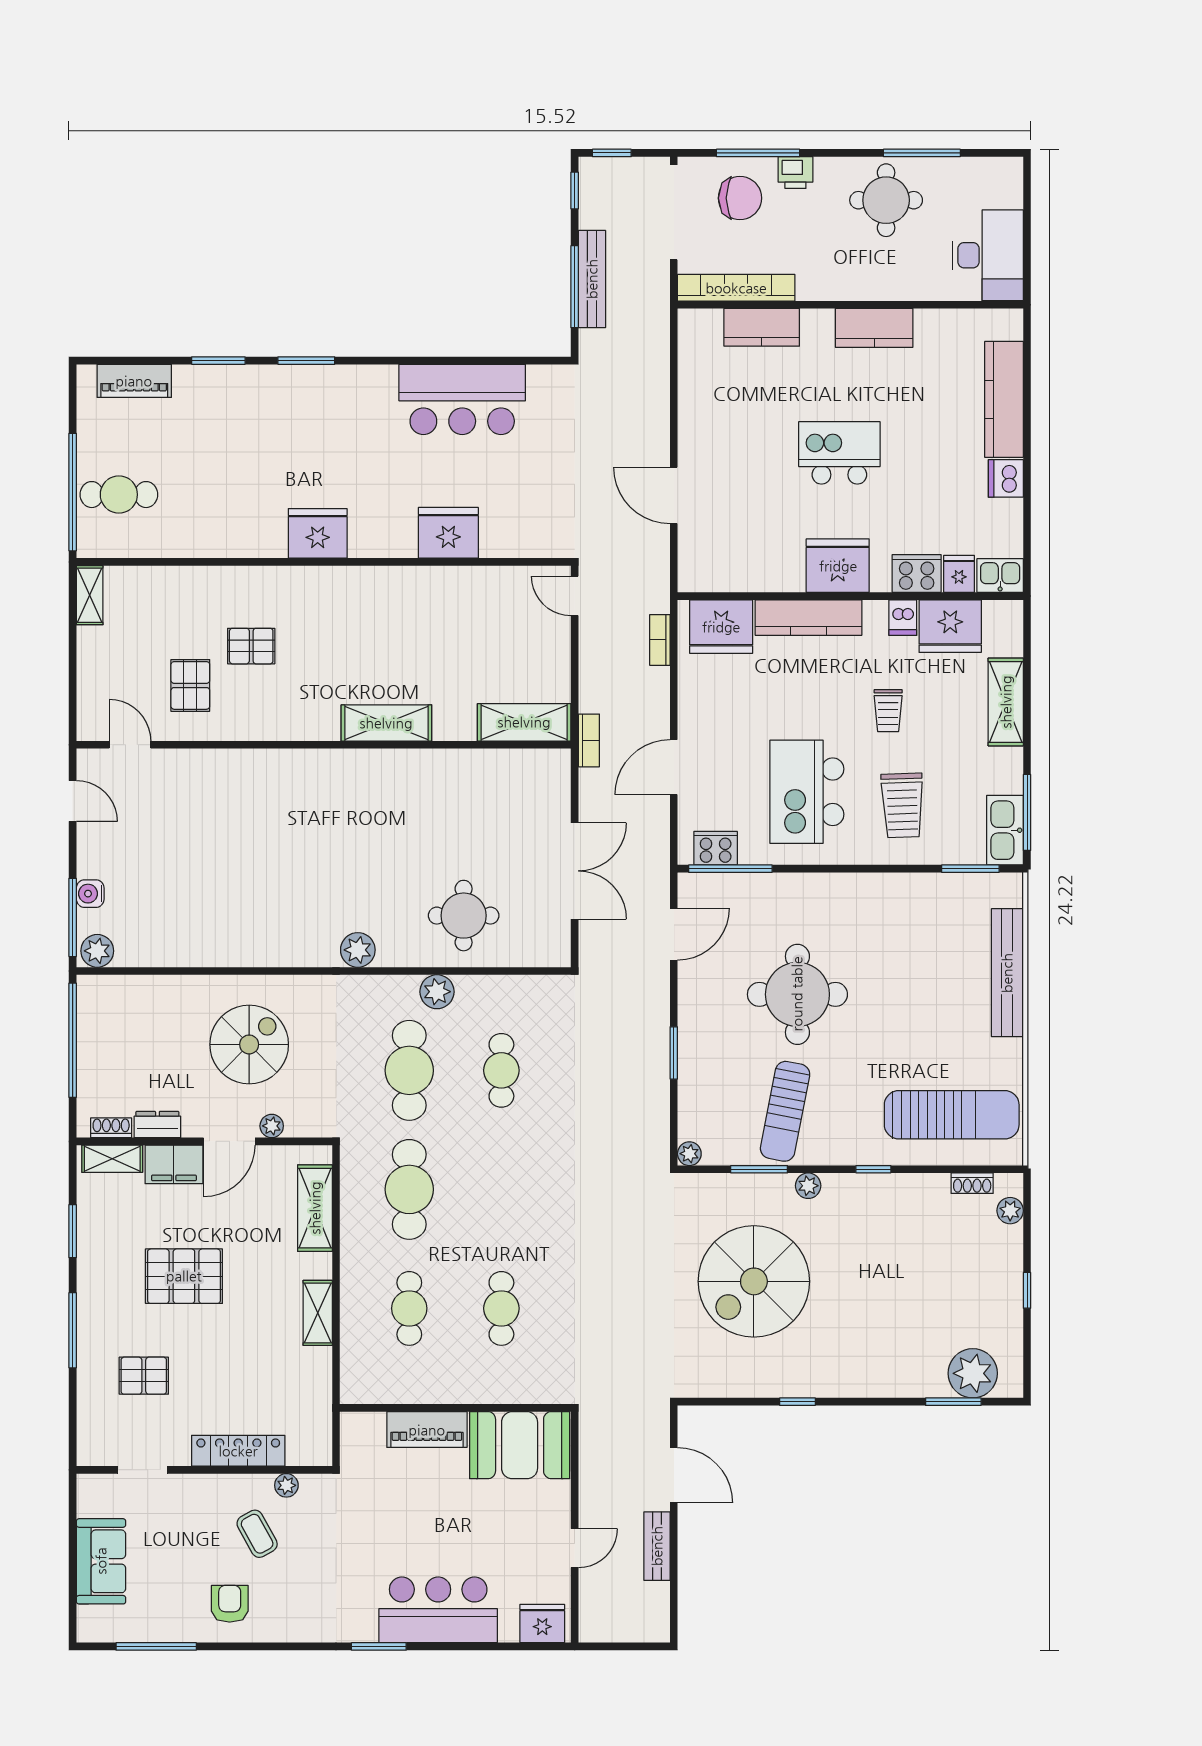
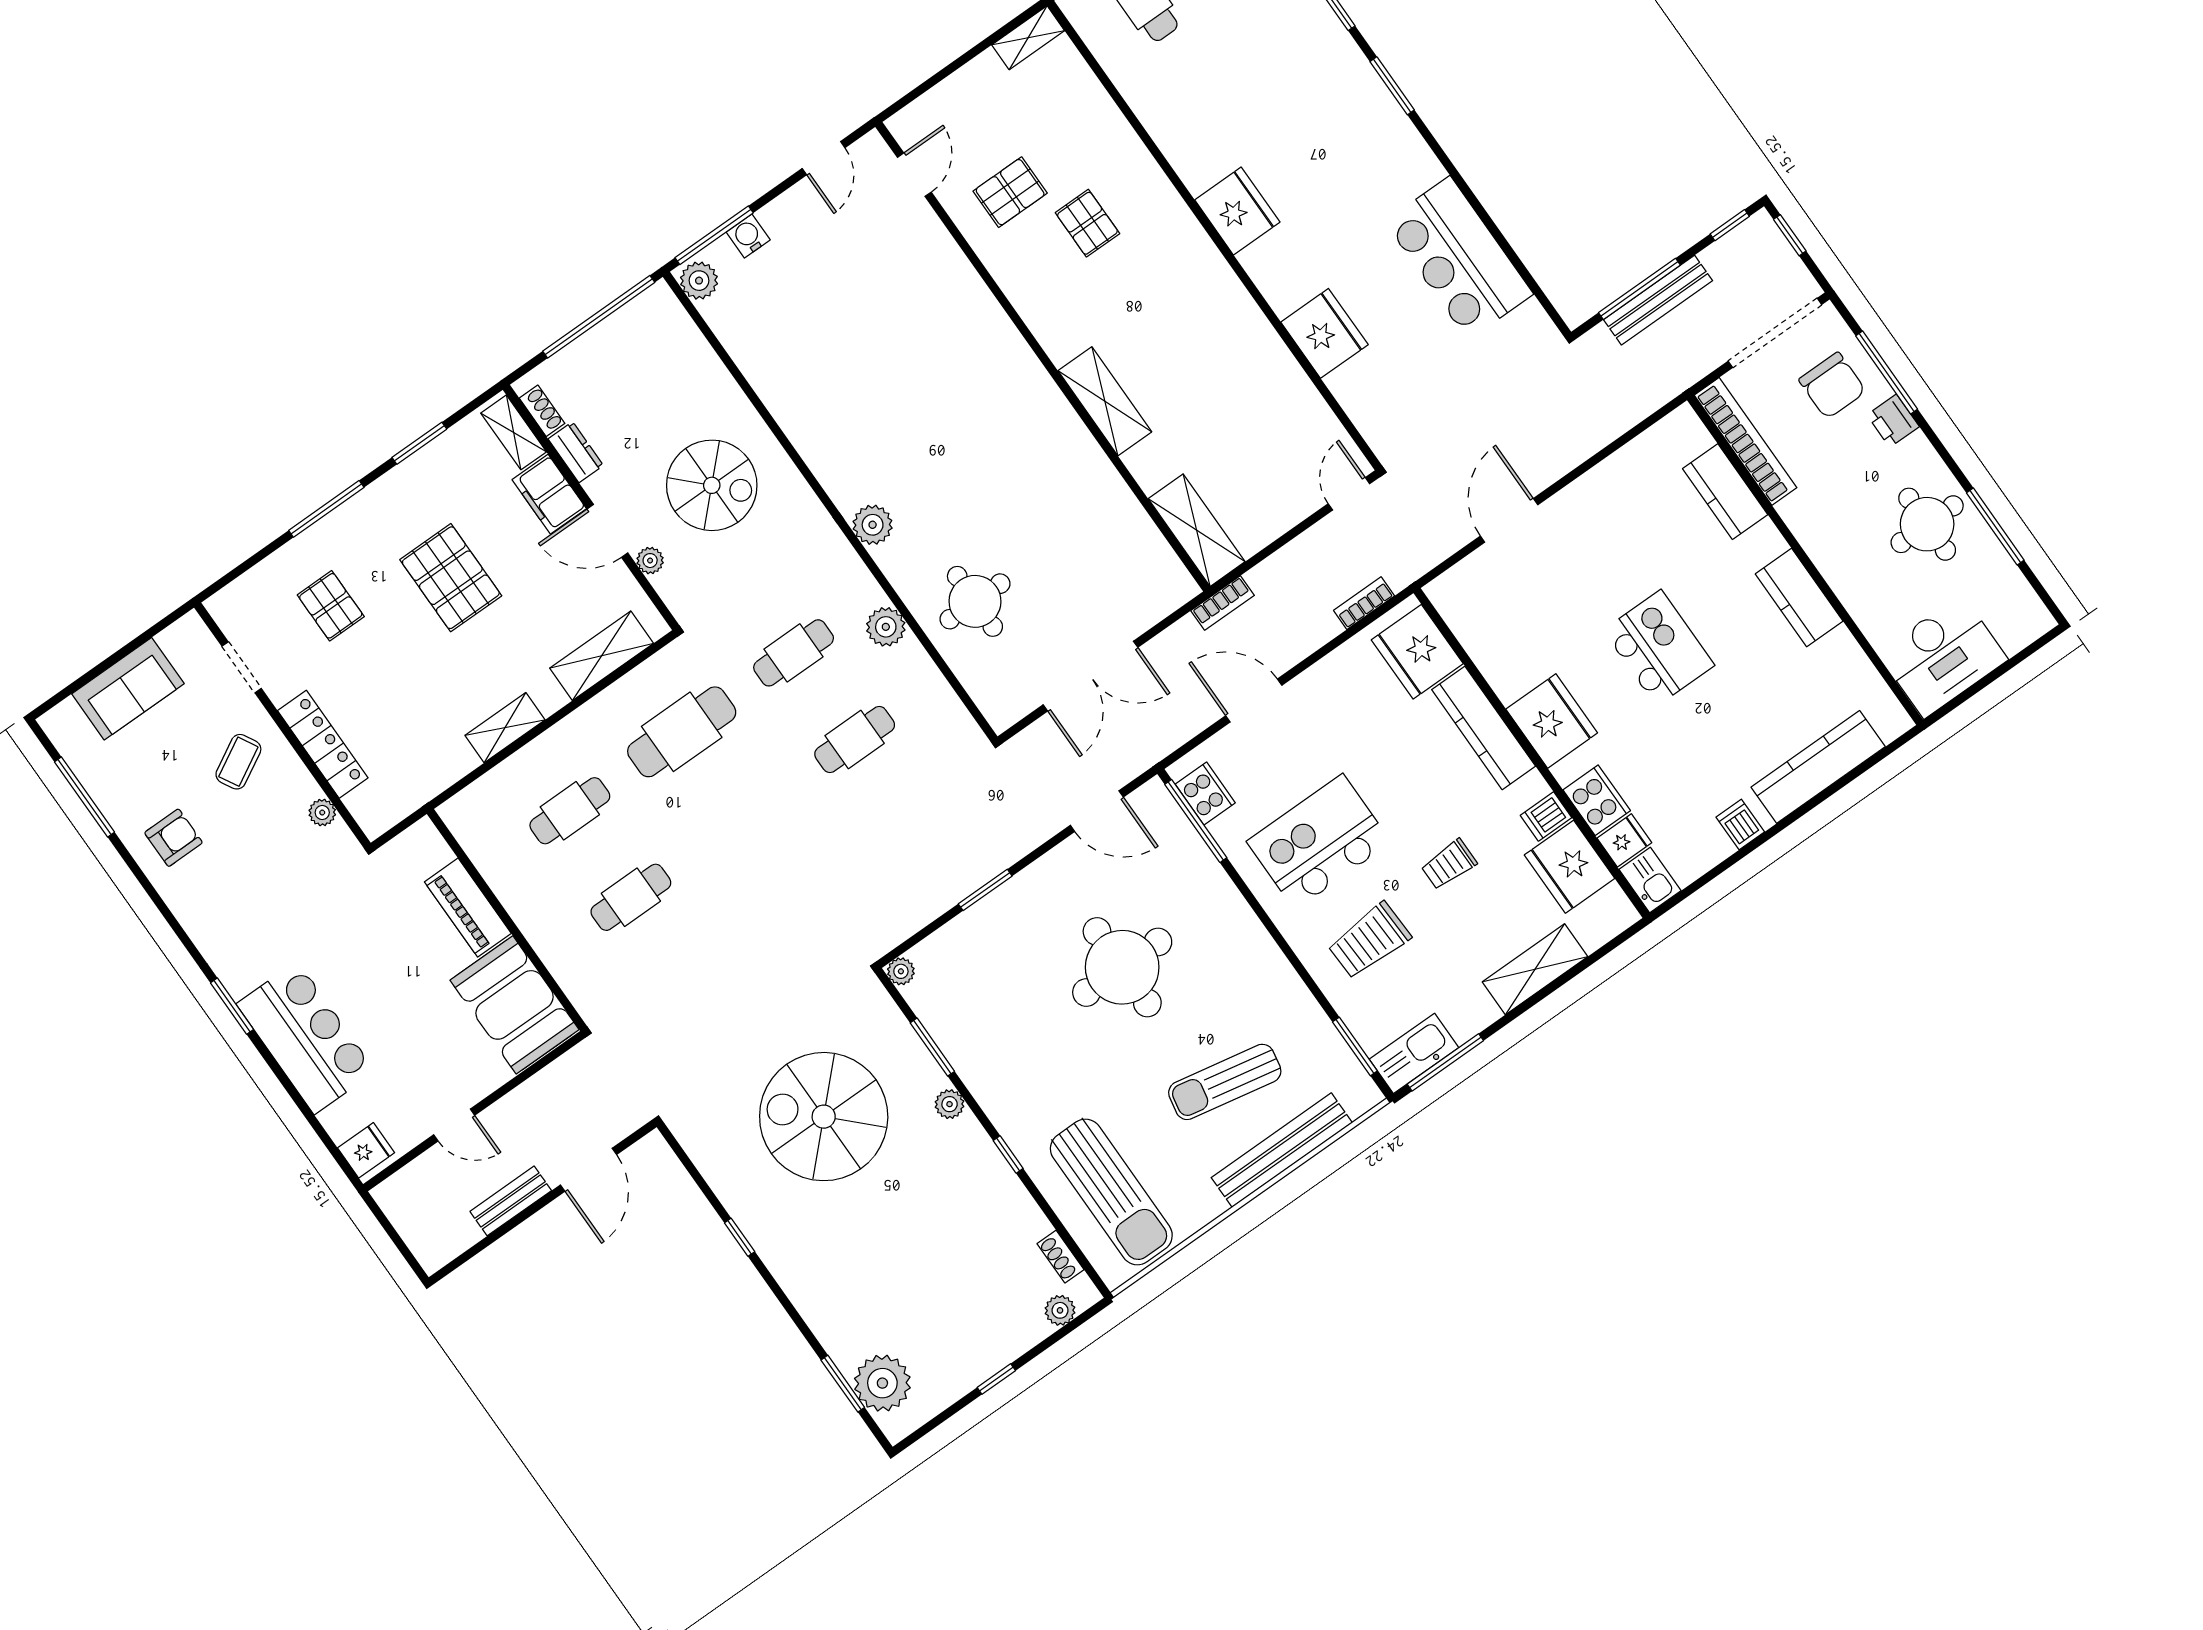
dishwasher: (1006, 478) -> (1740, 824), width x0.73
cafe table: (409, 1070) -> (794, 653), width x0.73, depth x0.74
sun lounger: (785, 1111) -> (1225, 1082), moved
coffee table: (257, 1534) -> (238, 762), moved
fridge: (542, 1624) -> (366, 1150), width x0.72

